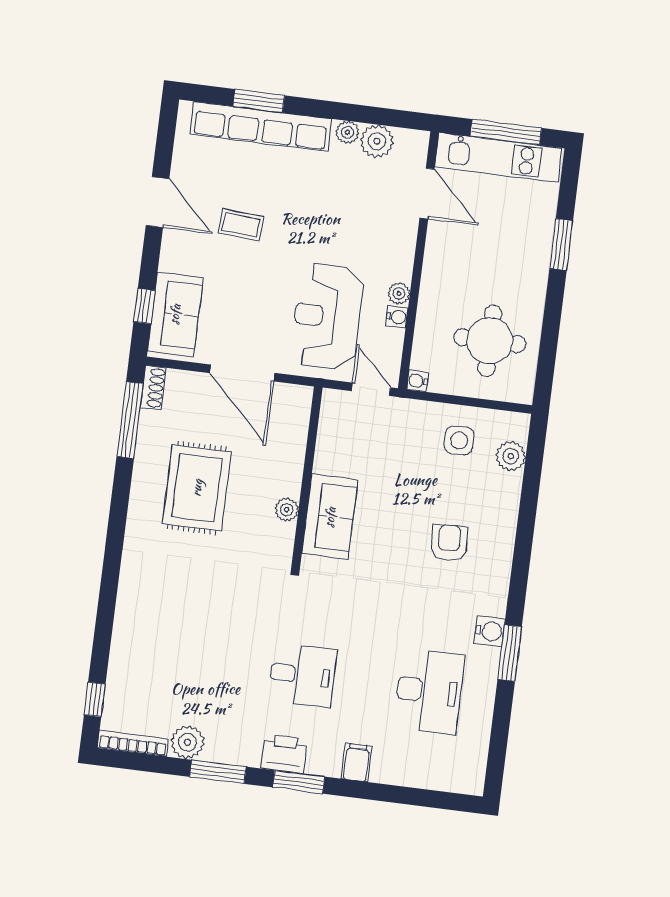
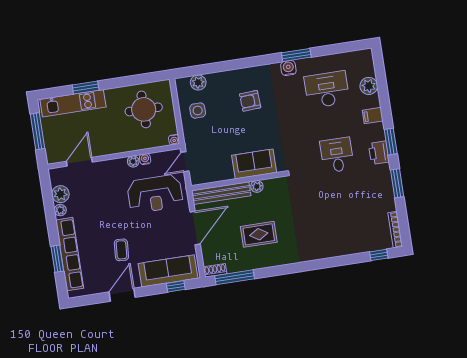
kitchen unit: (498, 157) -> (73, 103), moved, turned 90
sofa: (175, 314) -> (168, 271), width x1.36
bench: (293, 440) -> (221, 193), added
rug: (197, 488) -> (259, 234), width x0.73, depth x0.70
plant: (187, 742) -> (369, 86), moved

